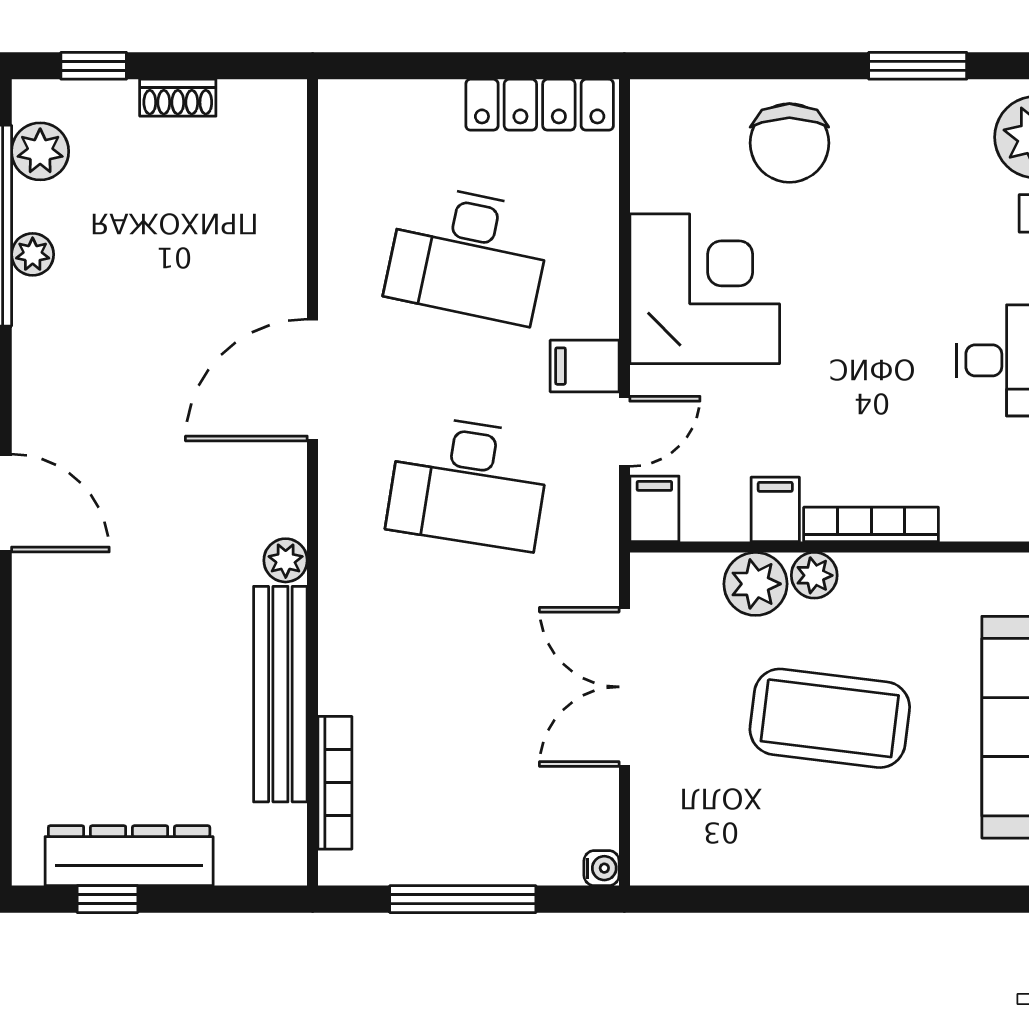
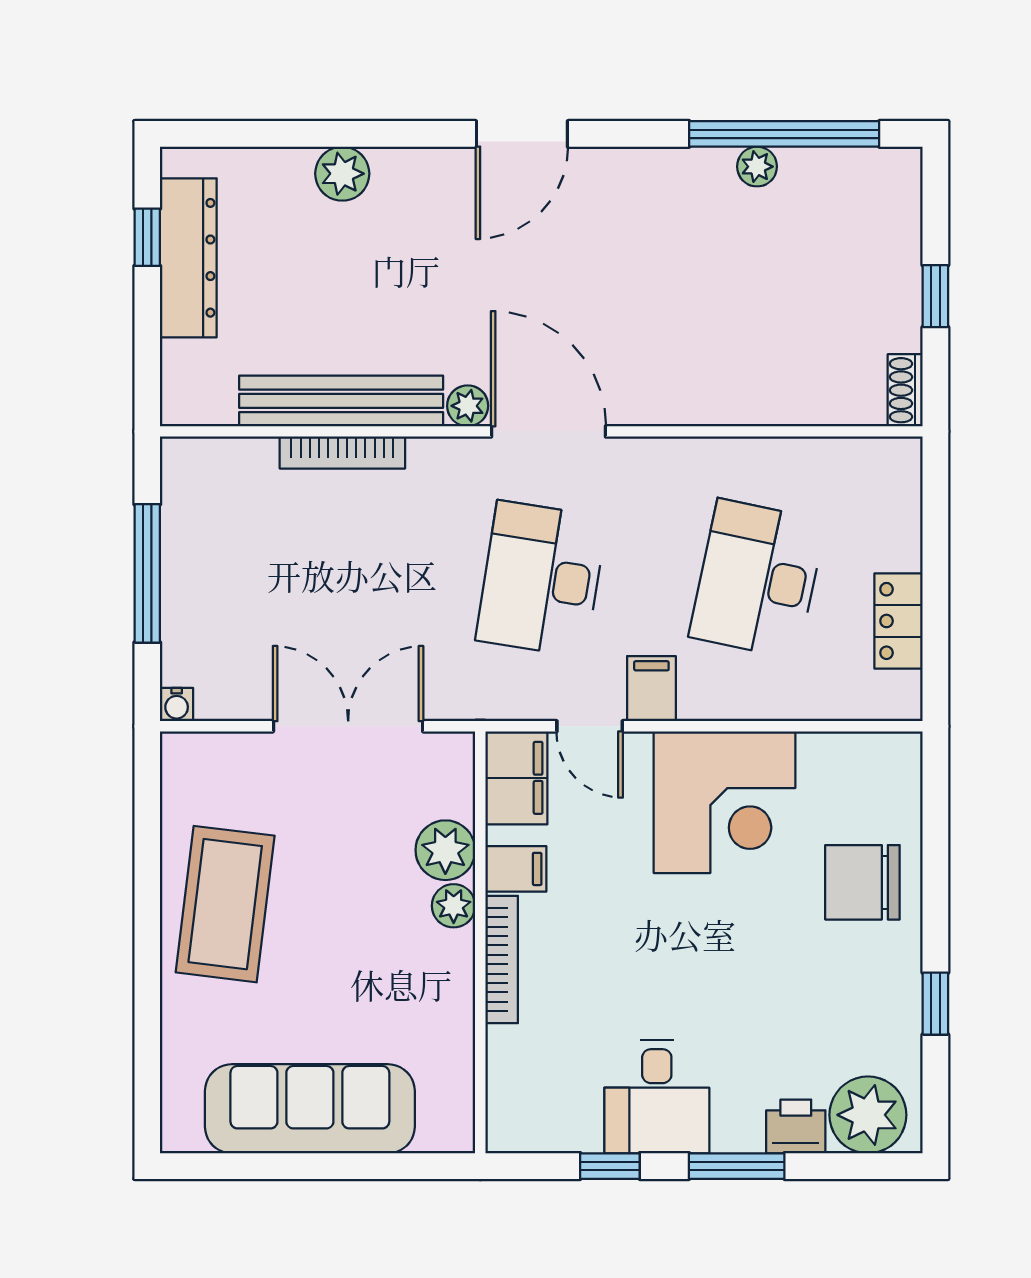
window: (94, 66) -> (935, 296), moved
window: (918, 66) -> (935, 1004), width x0.67
shoe rack: (178, 98) -> (905, 390), moved
locker: (540, 105) -> (899, 621), width x0.66
plant: (40, 151) -> (342, 174), moved
door: (313, 380) -> (548, 431), moved
filing cabinet: (654, 509) -> (516, 778), width x2.00
coffee table: (830, 718) -> (225, 904), moved
bookcase: (335, 783) -> (342, 452), moved

